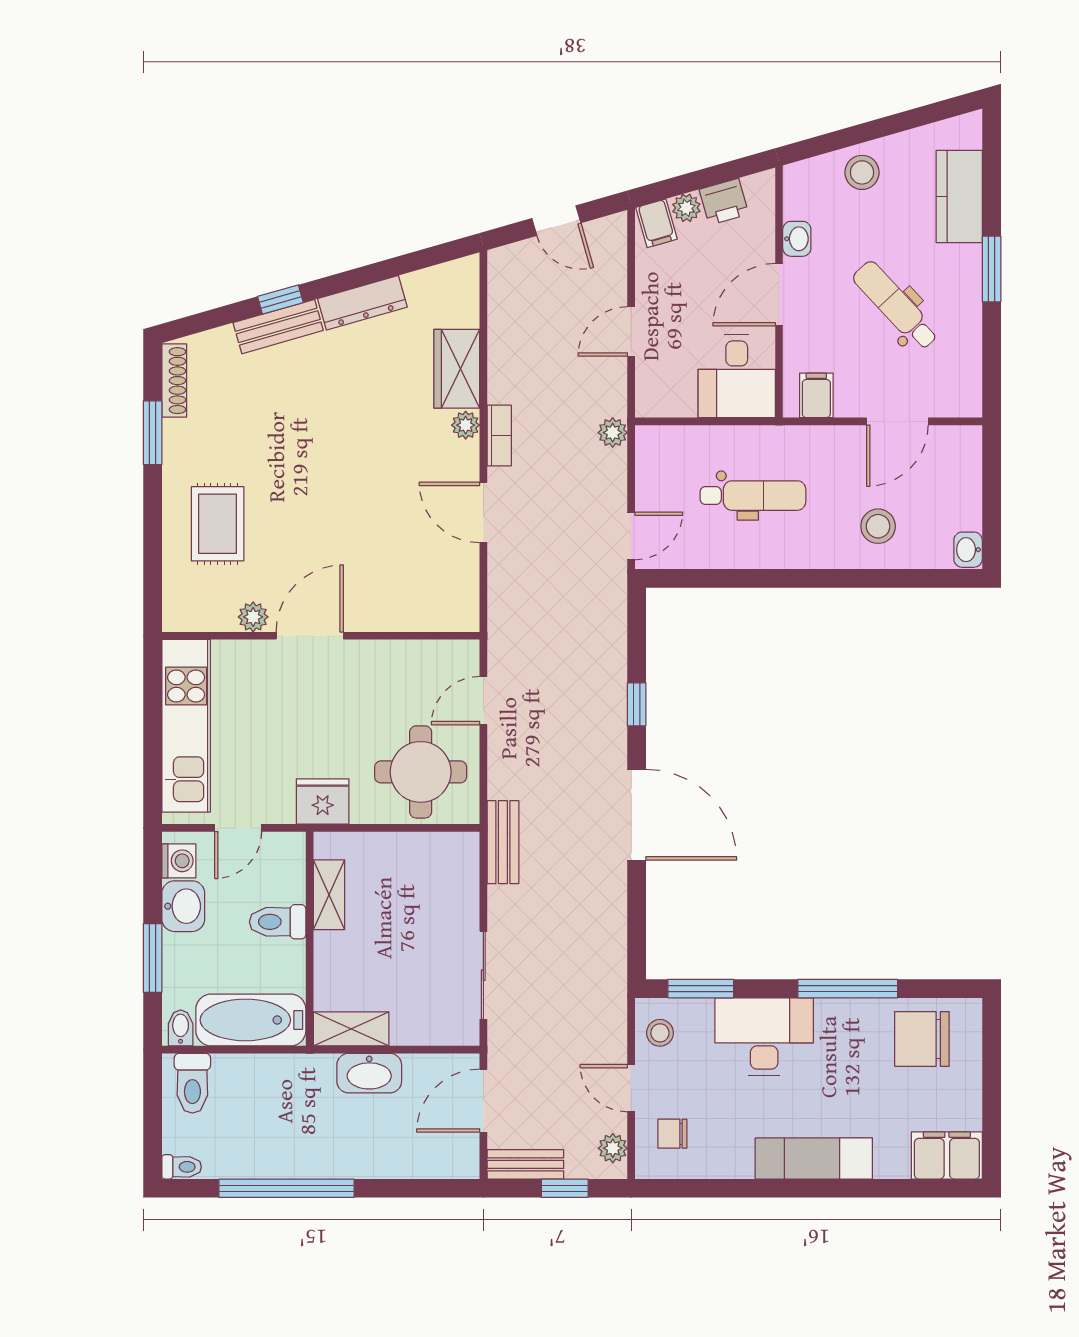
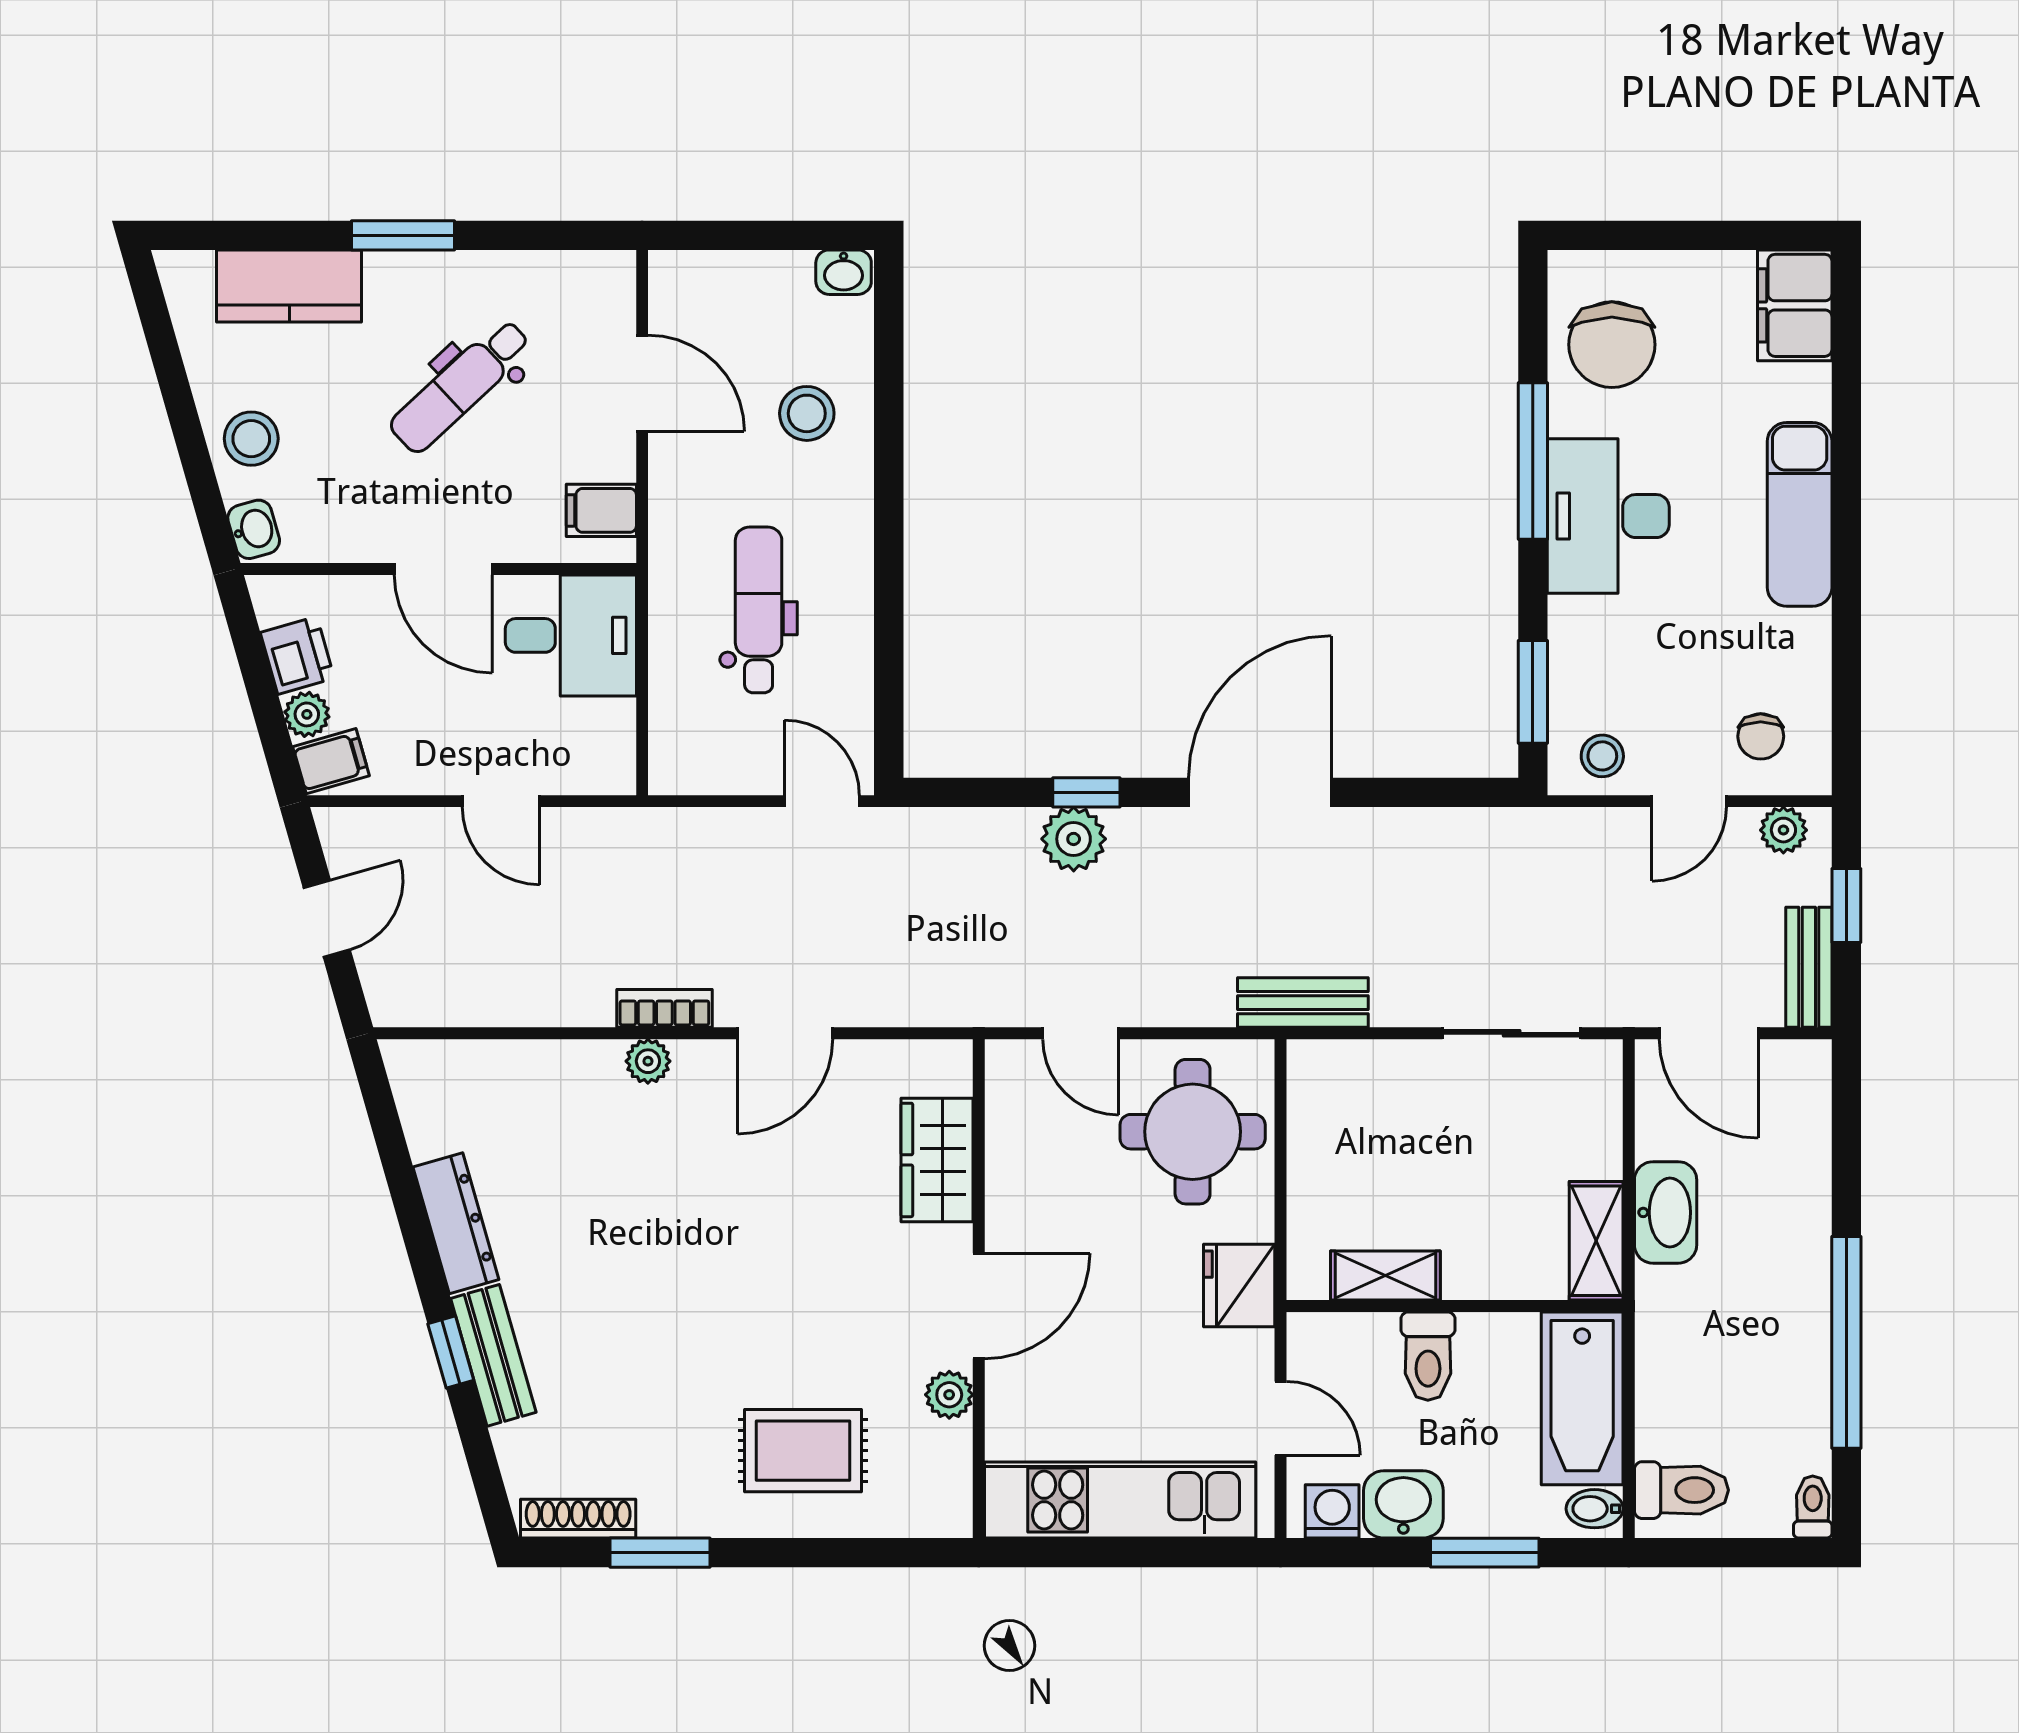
washbasin: (797, 239) -> (254, 529), moved, turned 74
wardrobe: (457, 369) -> (937, 1160), moved, turned 90
plant: (613, 433) -> (1074, 839), moved, width x1.38, depth x1.38
door: (310, 636) -> (979, 1306), swing flipped
desk: (764, 1037) -> (1608, 516), moved

